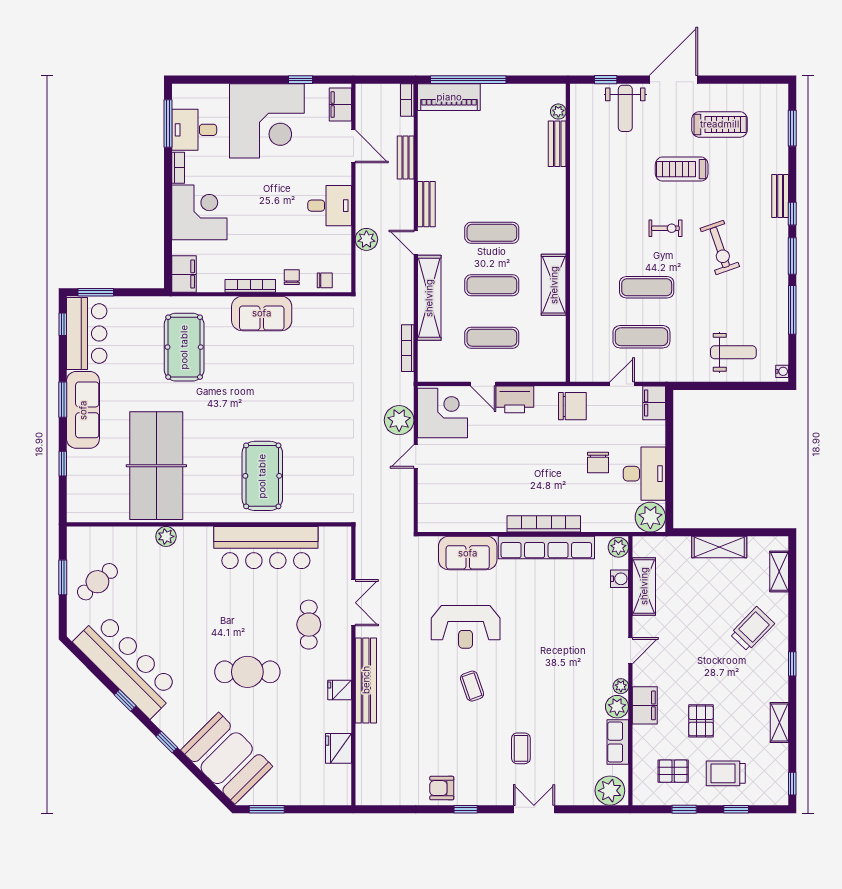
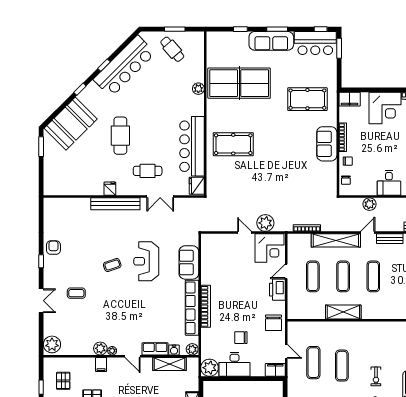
filing cabinet: (645, 705) -> (101, 364), width x0.50
row of seats: (618, 742) -> (155, 349), moved
fridge: (338, 748) -> (197, 186), moved, turned -90

